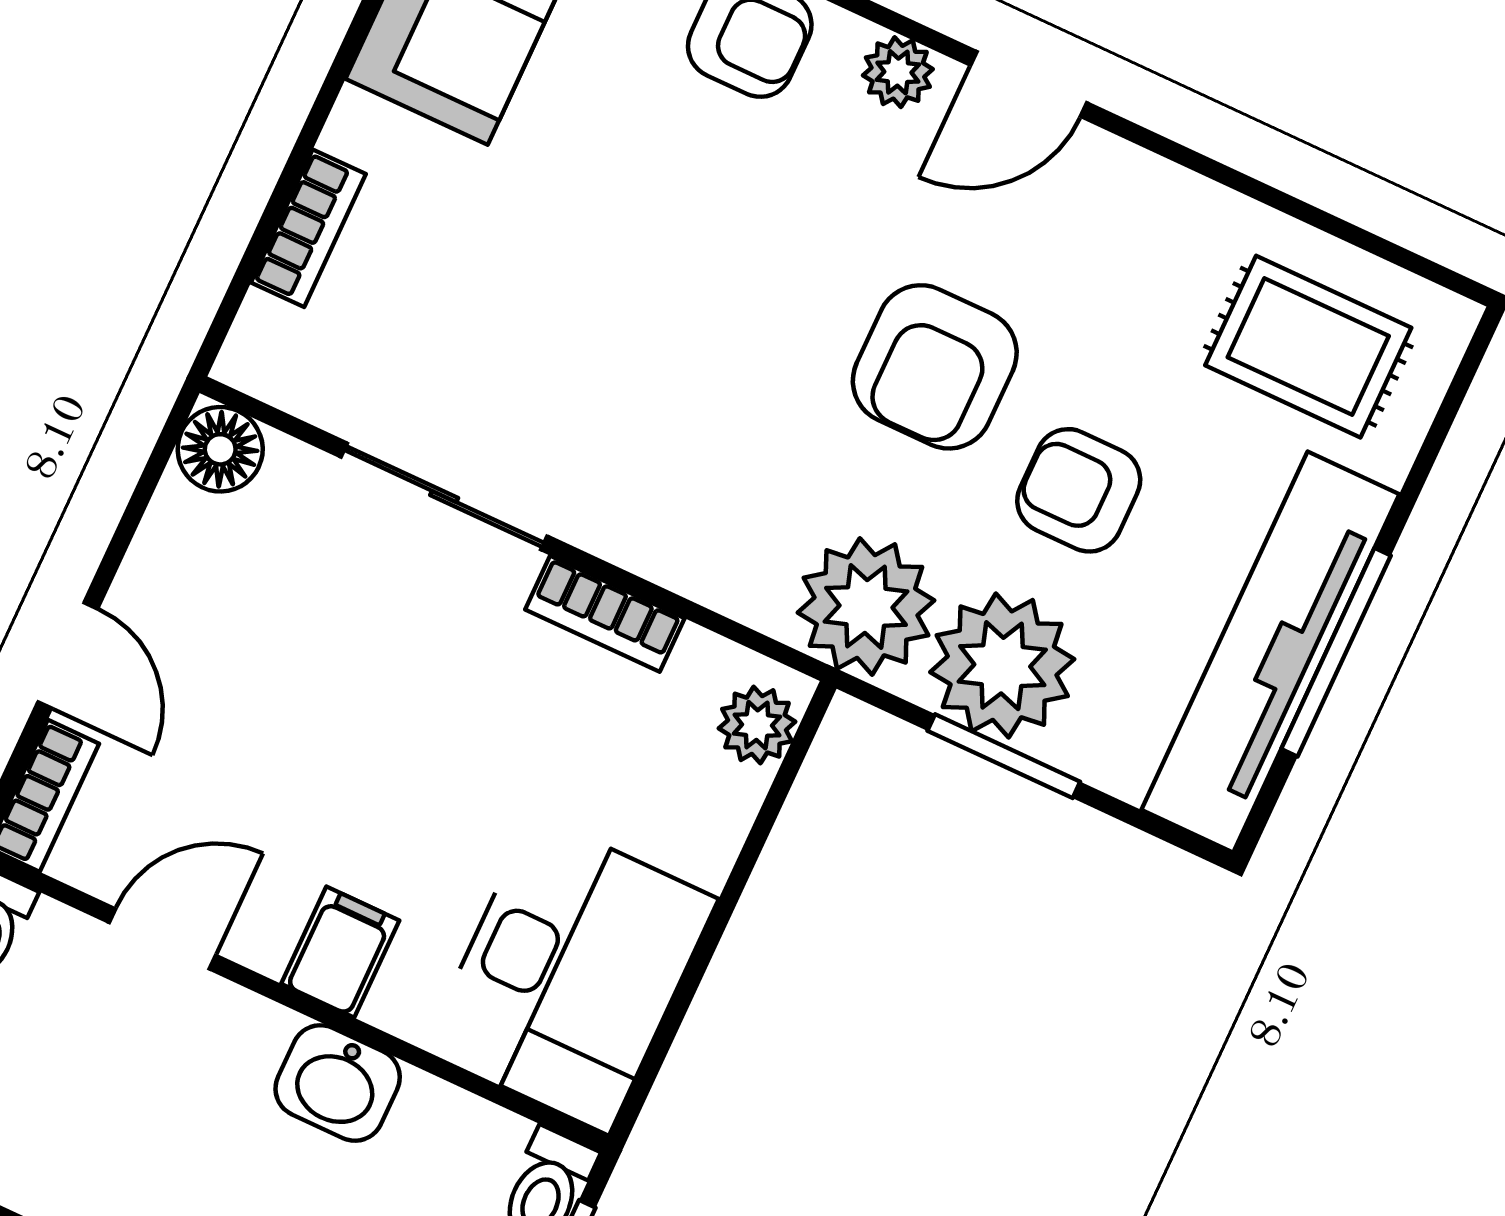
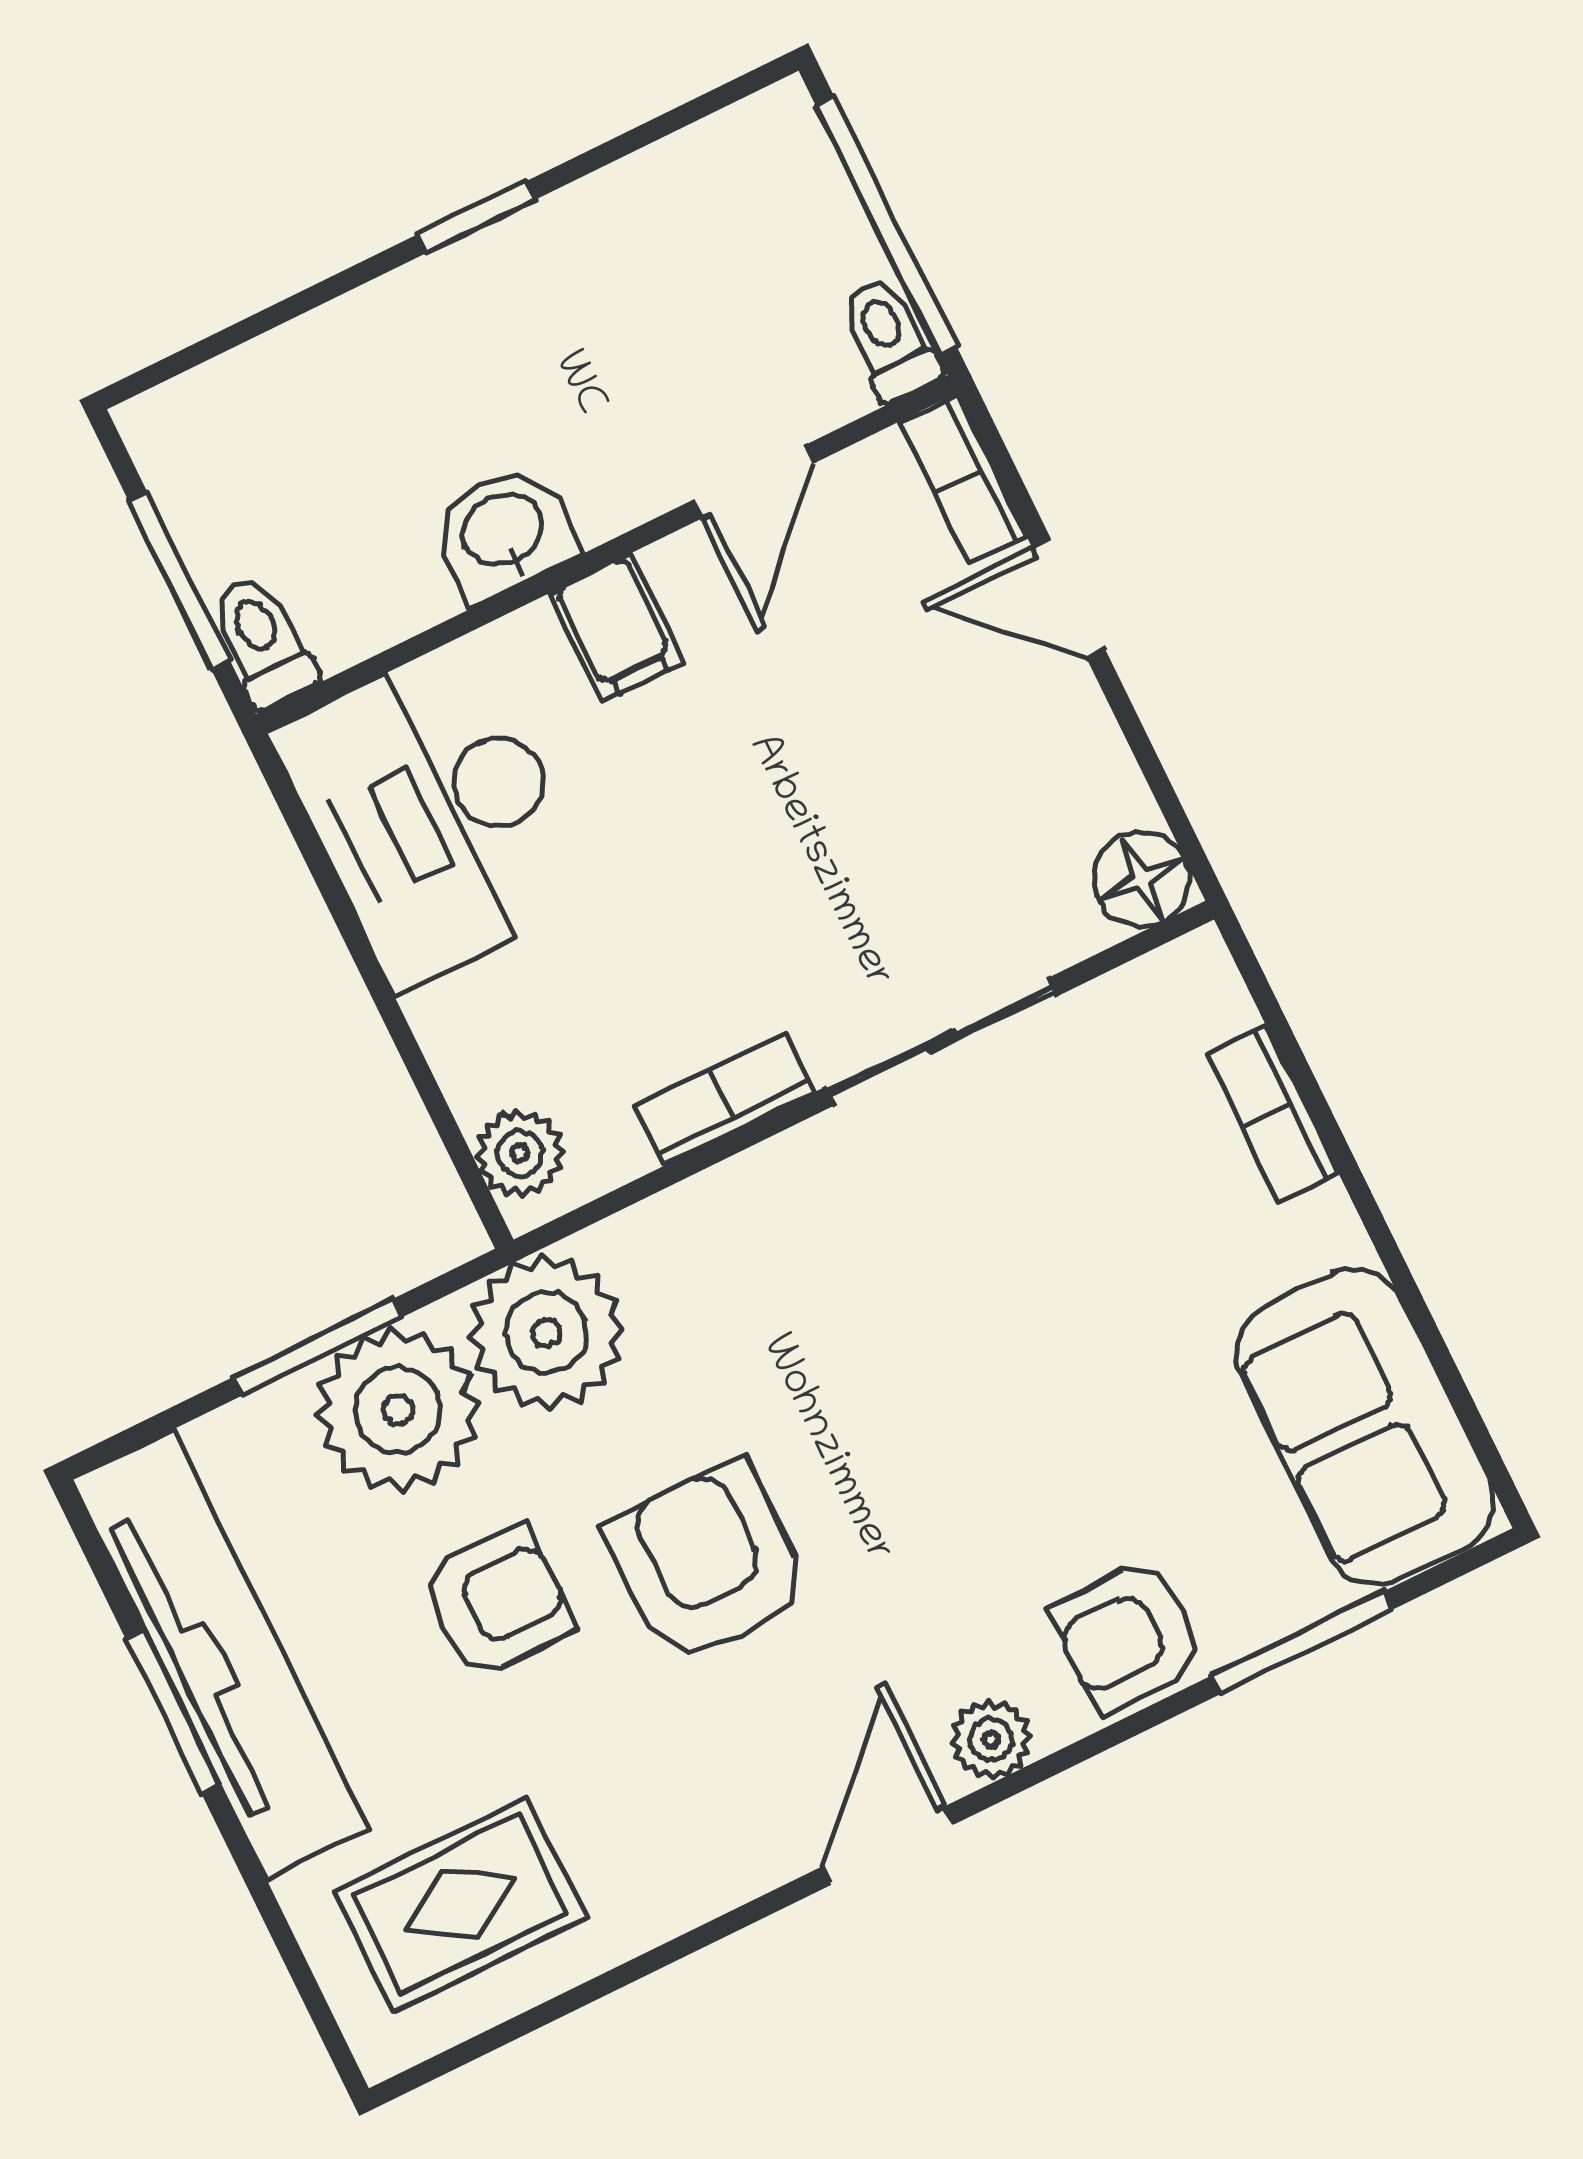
window: (1336, 652) -> (173, 1712), width x0.69

